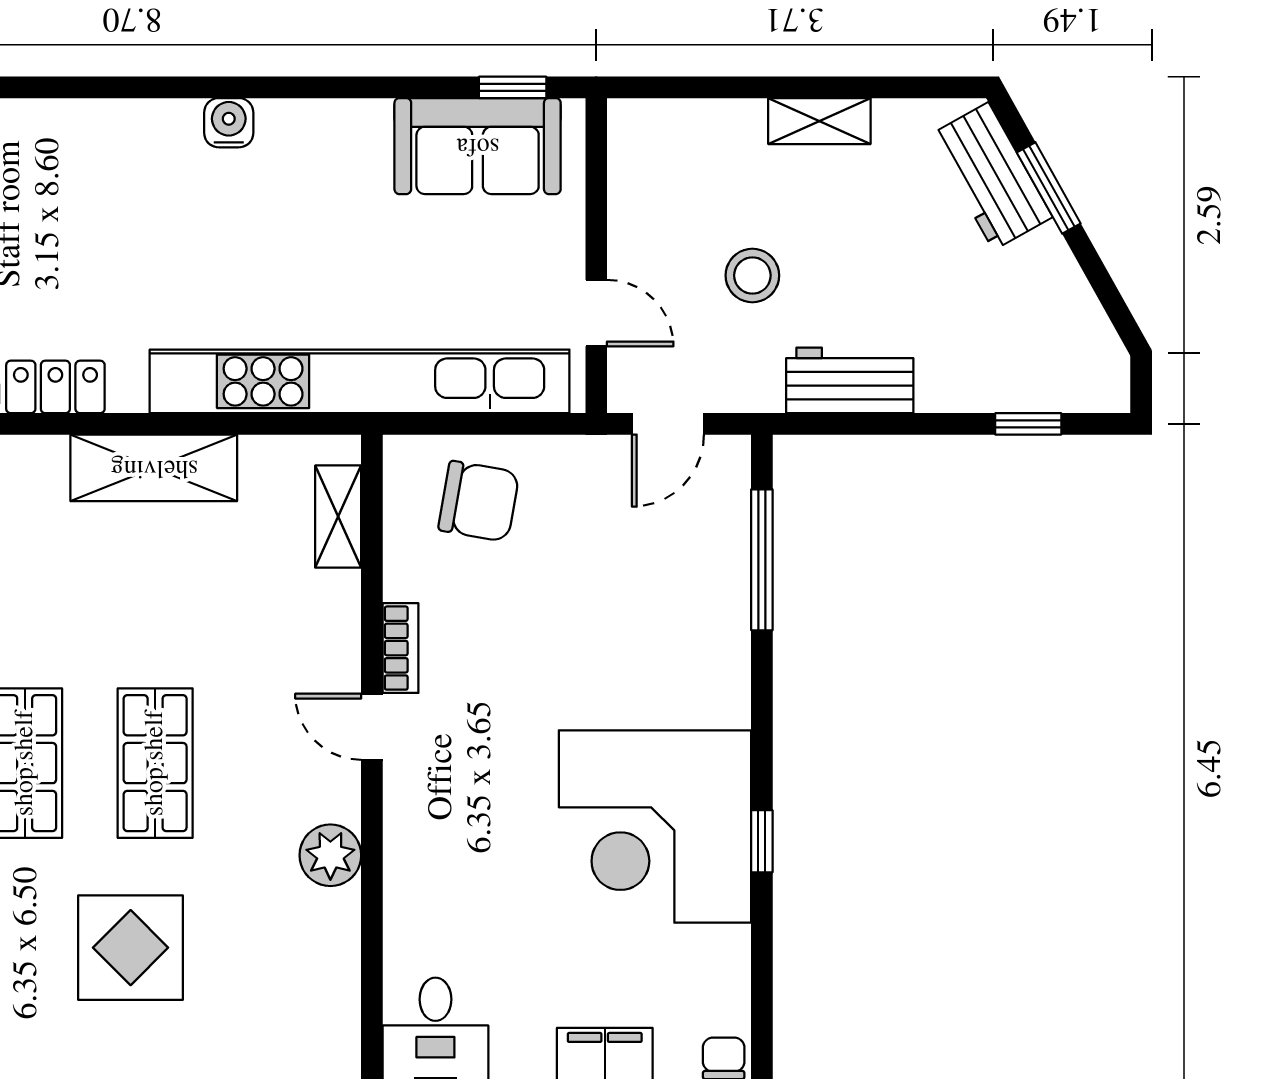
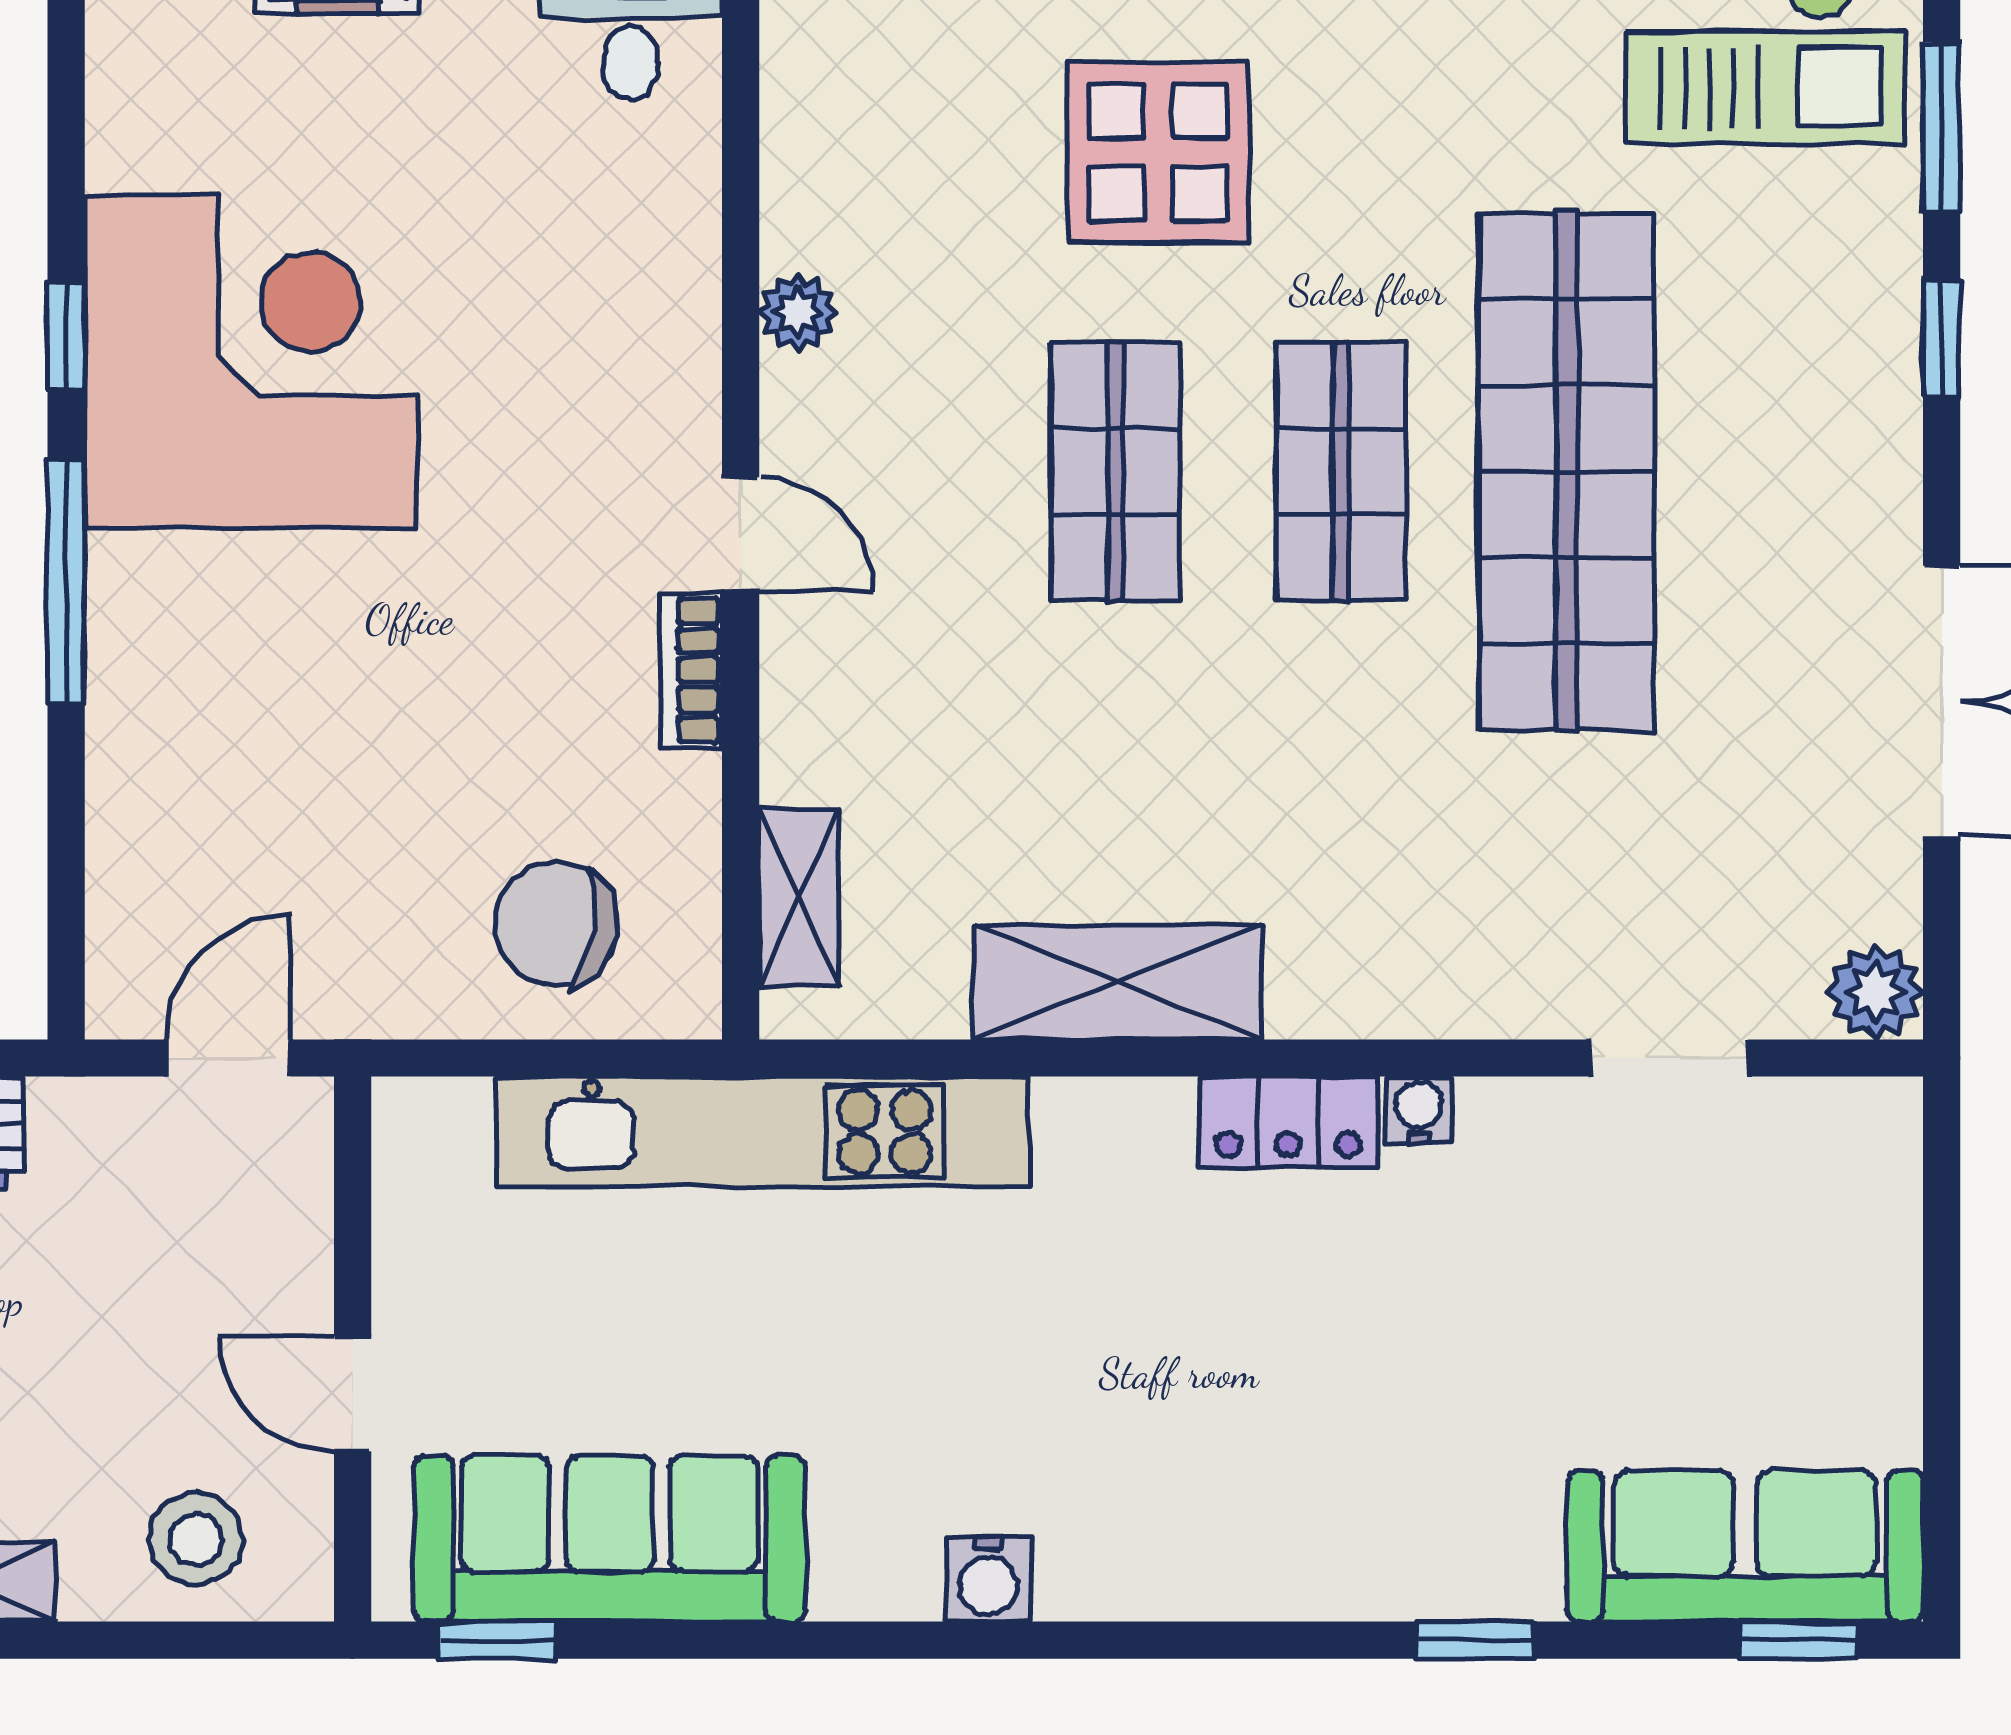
sofa: (478, 146) -> (610, 1538), width x1.36
stool: (752, 275) -> (196, 1539), moved
door: (596, 313) -> (353, 1394), moved
kitchen unit: (360, 381) -> (762, 1131), width x0.73
window: (762, 560) -> (66, 581), moved
plant: (330, 855) -> (798, 312), width x0.73, depth x0.73

